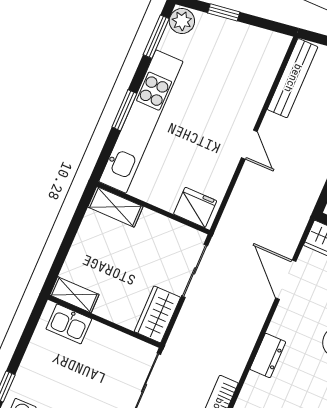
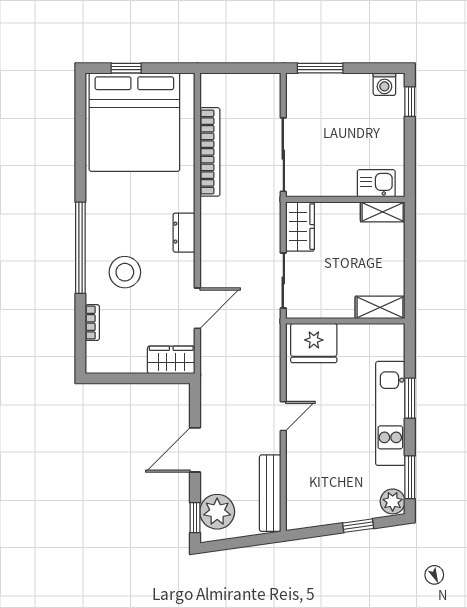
kitchen unit: (141, 122) -> (390, 413), width x0.73
door: (249, 145) -> (283, 416), swing flipped
fridge: (195, 207) -> (314, 343), width x1.36, depth x1.34
door: (286, 280) -> (197, 308), hinge flipped

